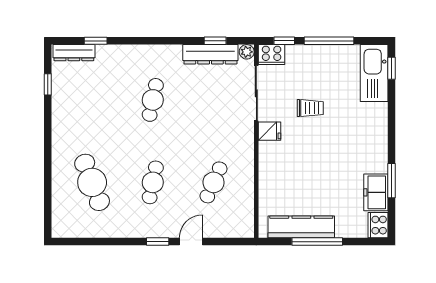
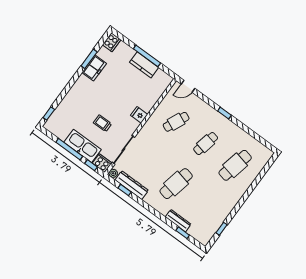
dresser: (74, 53) -> (178, 221), moved
kitchen sink: (374, 73) -> (83, 146), moved, turned -90
cafe table: (153, 100) -> (176, 184), width x1.37, depth x1.35
fridge: (270, 131) -> (139, 115), moved
cafe table: (92, 182) -> (235, 165), turned 33
freezer: (376, 192) -> (94, 68), moved
kitchen counter: (301, 227) -> (144, 65), width x0.67
door: (191, 242) -> (188, 86), moved

